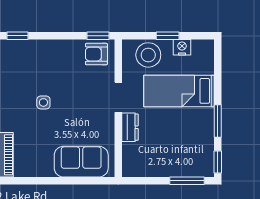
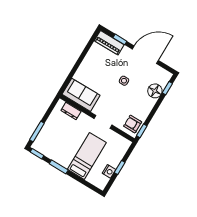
floor lamp: (32, 51) -> (155, 91), added
armchair: (96, 54) -> (133, 124), turned -90
stool: (148, 55) -> (116, 151), removed
dresser: (130, 127) -> (71, 111), moved
sofa: (81, 162) -> (81, 95), moved, turned -90

